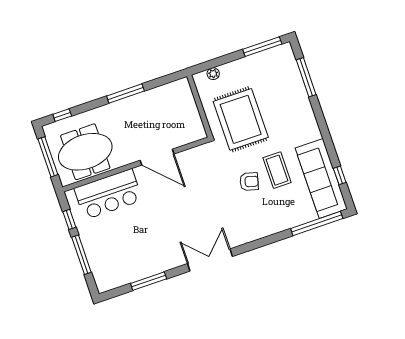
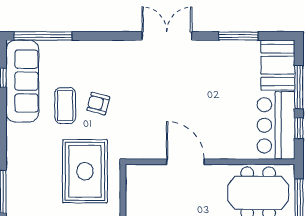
bar counter: (108, 194) -> (276, 125), moved, turned -90
double door: (210, 260) -> (167, 36), swing flipped
booth: (106, 268) -> (278, 65), added

